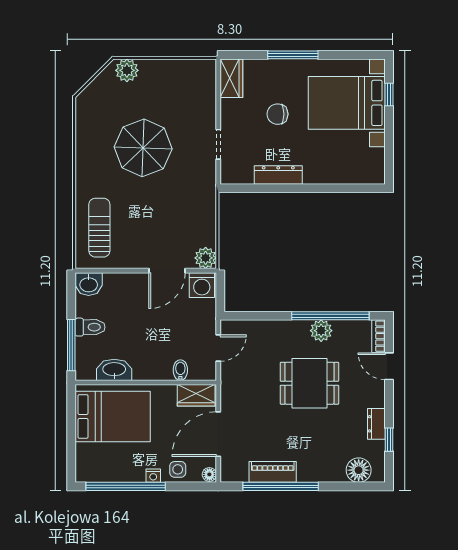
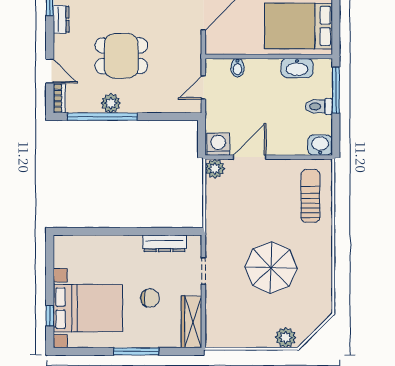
wardrobe: (231, 78) -> (191, 322), width x1.50
dresser: (278, 175) -> (165, 243), moved
sun lounger: (99, 228) -> (310, 196), turned 180
wardrobe: (196, 395) -> (223, 45), removed

